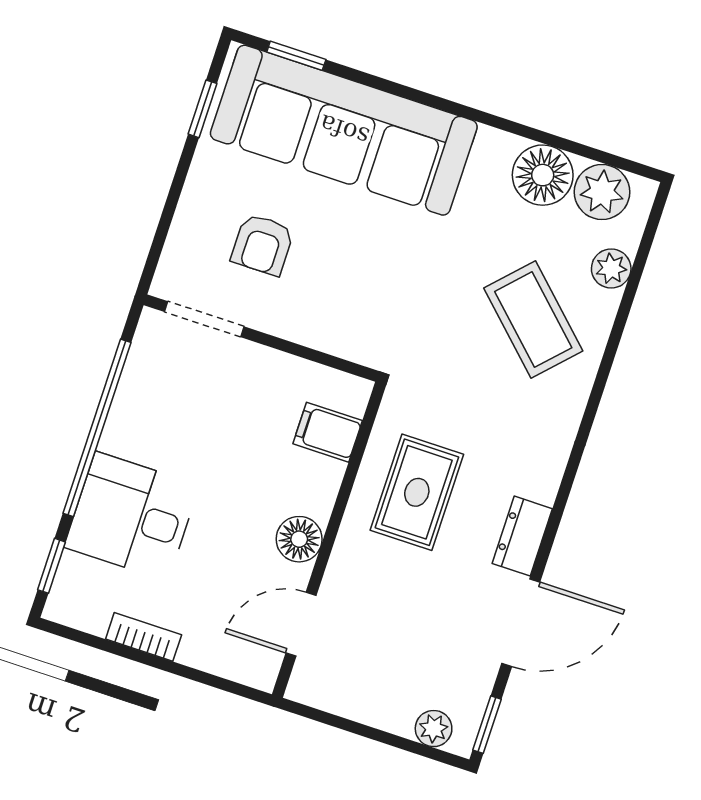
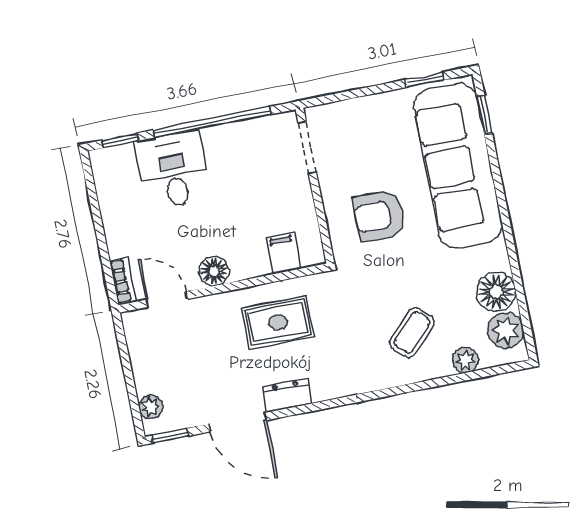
armchair: (262, 245) -> (379, 216), moved, width x1.38, depth x1.38
coffee table: (533, 320) -> (412, 333), width x0.73, depth x0.77
bookcase: (144, 637) -> (123, 281), moved

